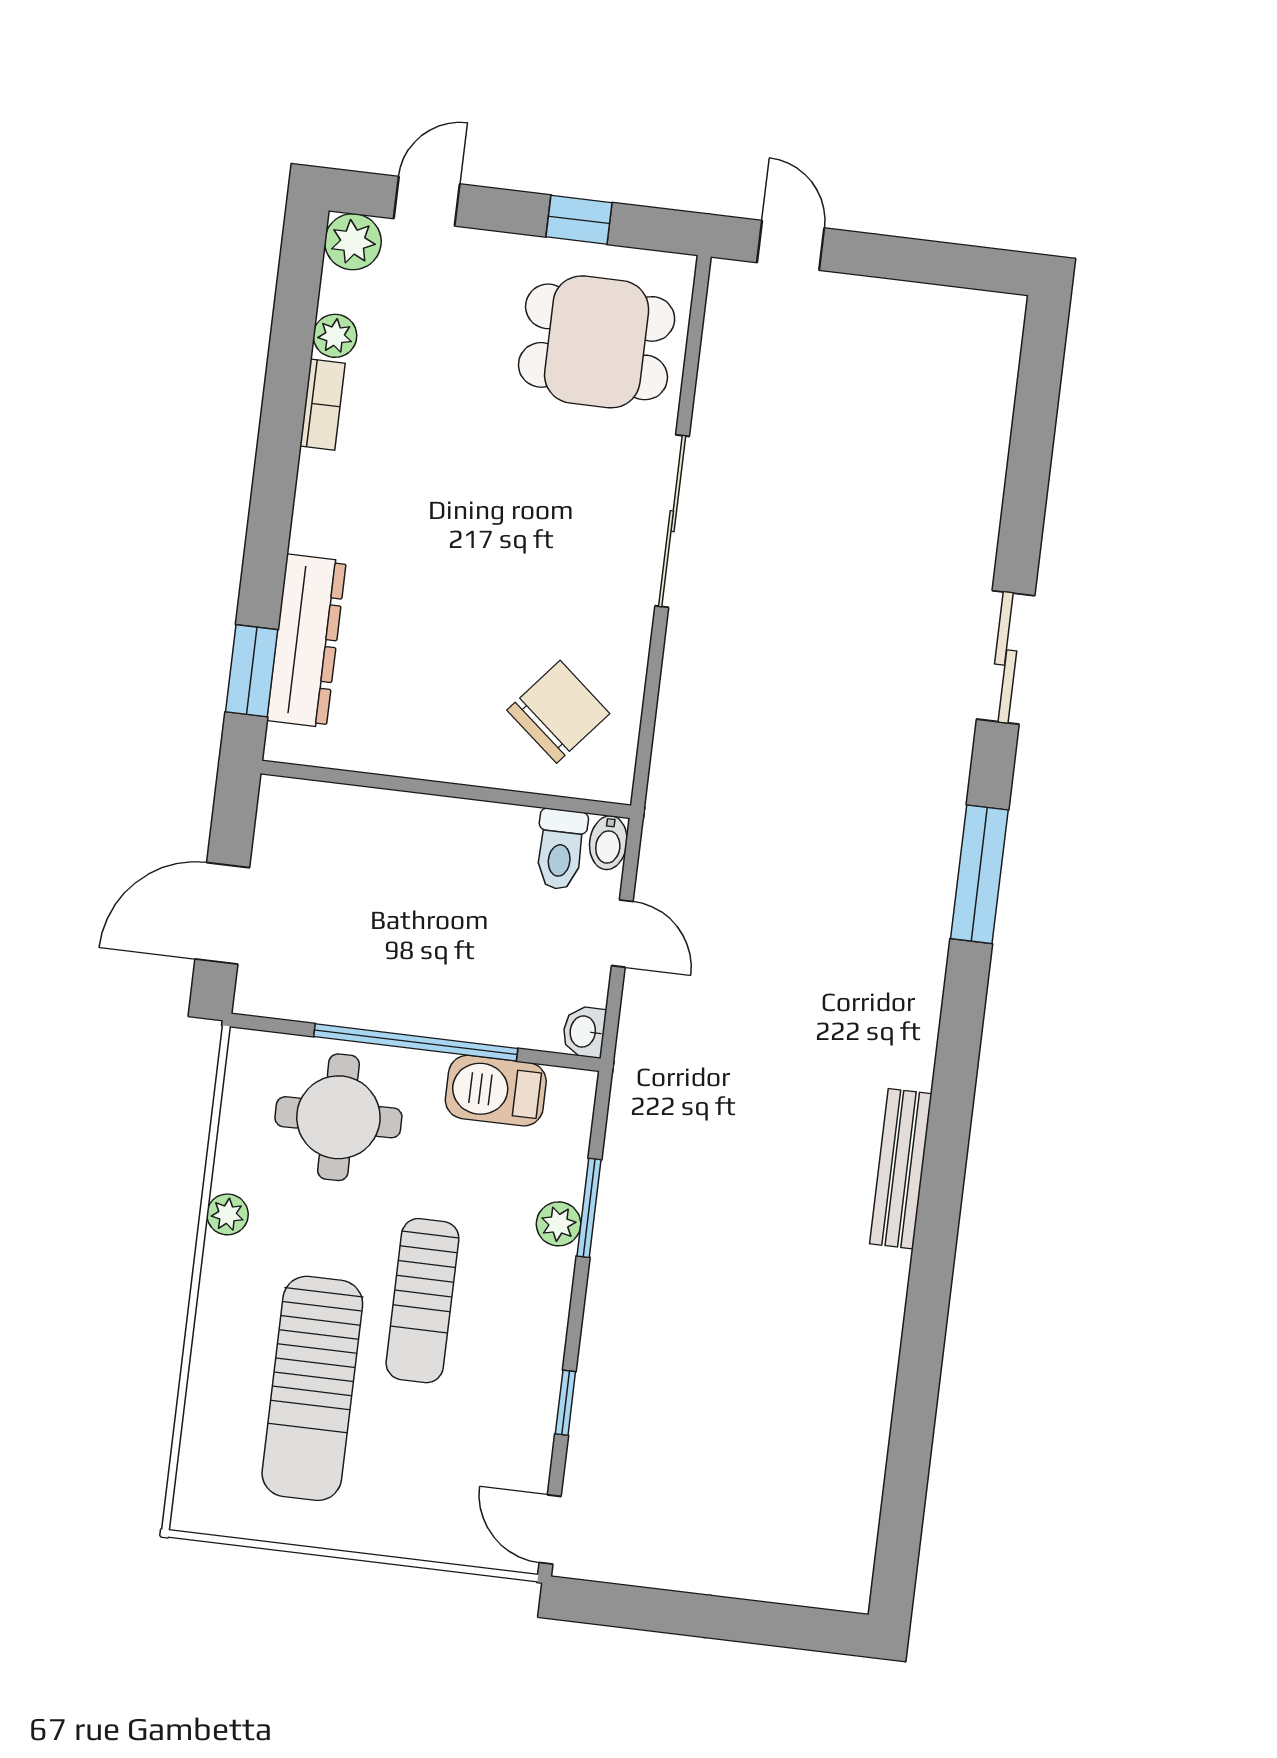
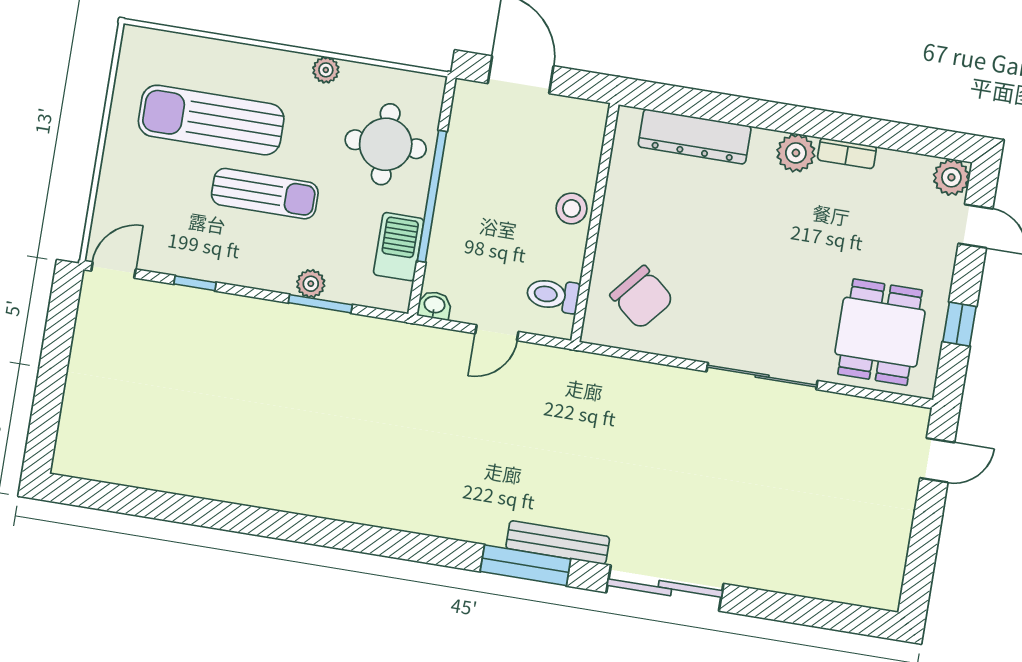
plant: (335, 336) -> (796, 153), moved, width x1.38, depth x1.38
sliding door: (1006, 657) -> (665, 588), width x1.37
window: (252, 671) -> (677, 100), removed
stool: (426, 826) -> (572, 208), added
bidet: (608, 843) -> (556, 326), removed
bench: (901, 1169) -> (558, 543), moved
sun lounger: (422, 1301) -> (265, 194), turned 180

